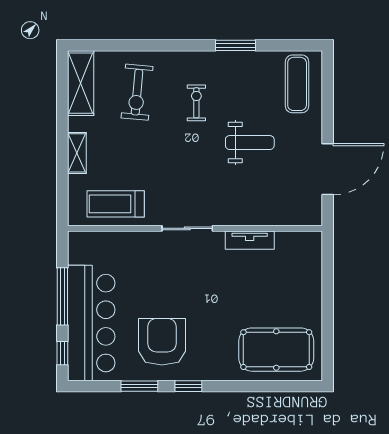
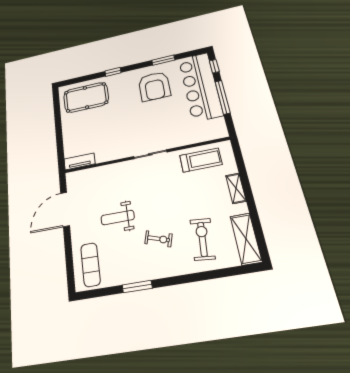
exercise bike: (196, 103) -> (158, 239), turned -73
tv unit: (250, 240) -> (80, 161), moved
window: (188, 386) -> (113, 72), moved

